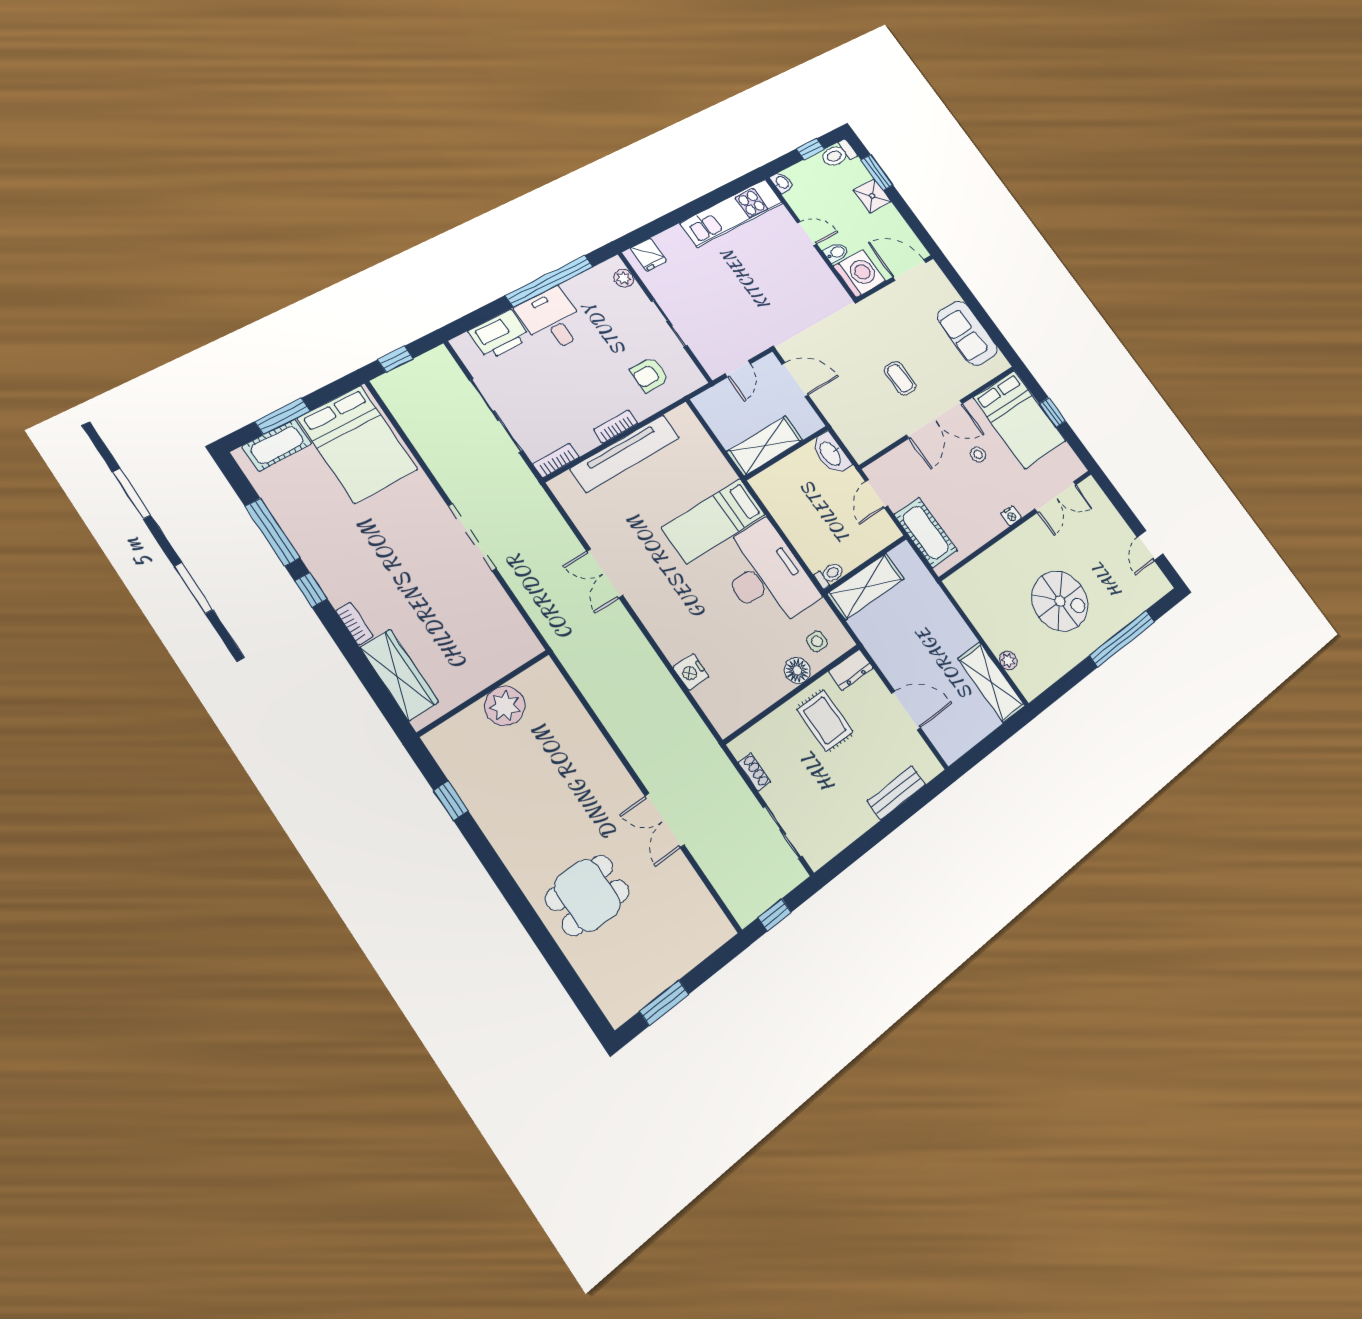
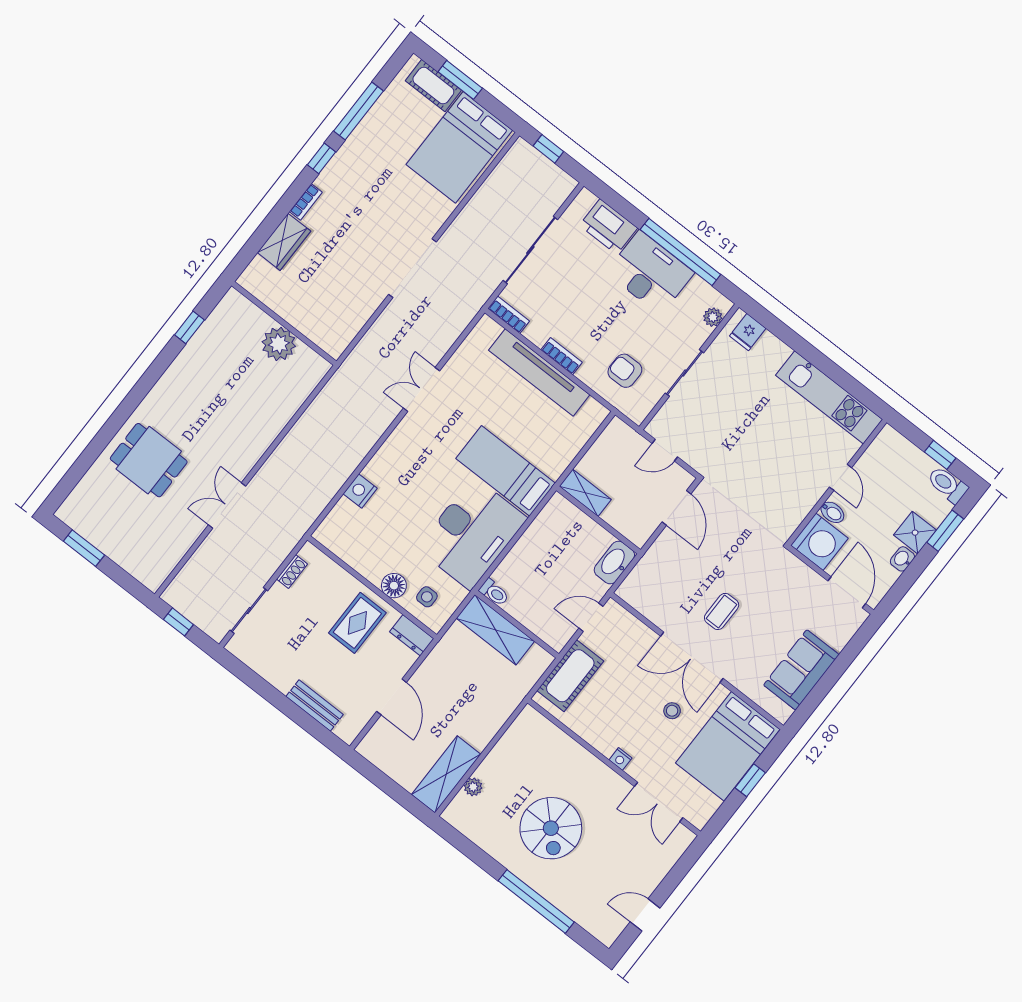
washbasin: (782, 183) -> (902, 559), moved, turned 180
desk: (552, 320) -> (650, 273), width x1.37
shelving: (765, 446) -> (585, 493), width x0.67, depth x0.75
wardrobe: (399, 675) -> (284, 242), width x0.67

